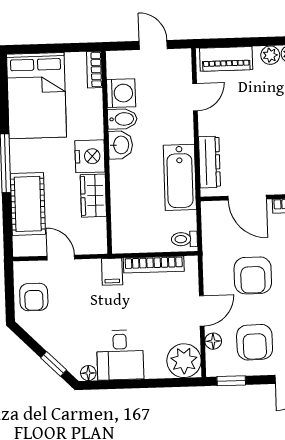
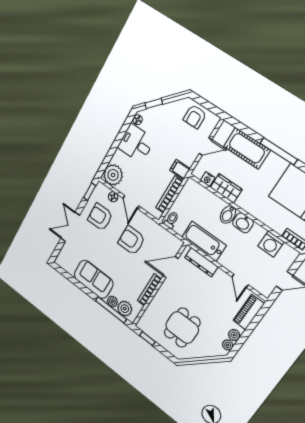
bidet: (122, 119) -> (228, 215), moved
nightstand: (90, 156) -> (208, 179), moved, width x0.53, depth x0.56
armchair: (34, 297) -> (195, 117), turned -90

